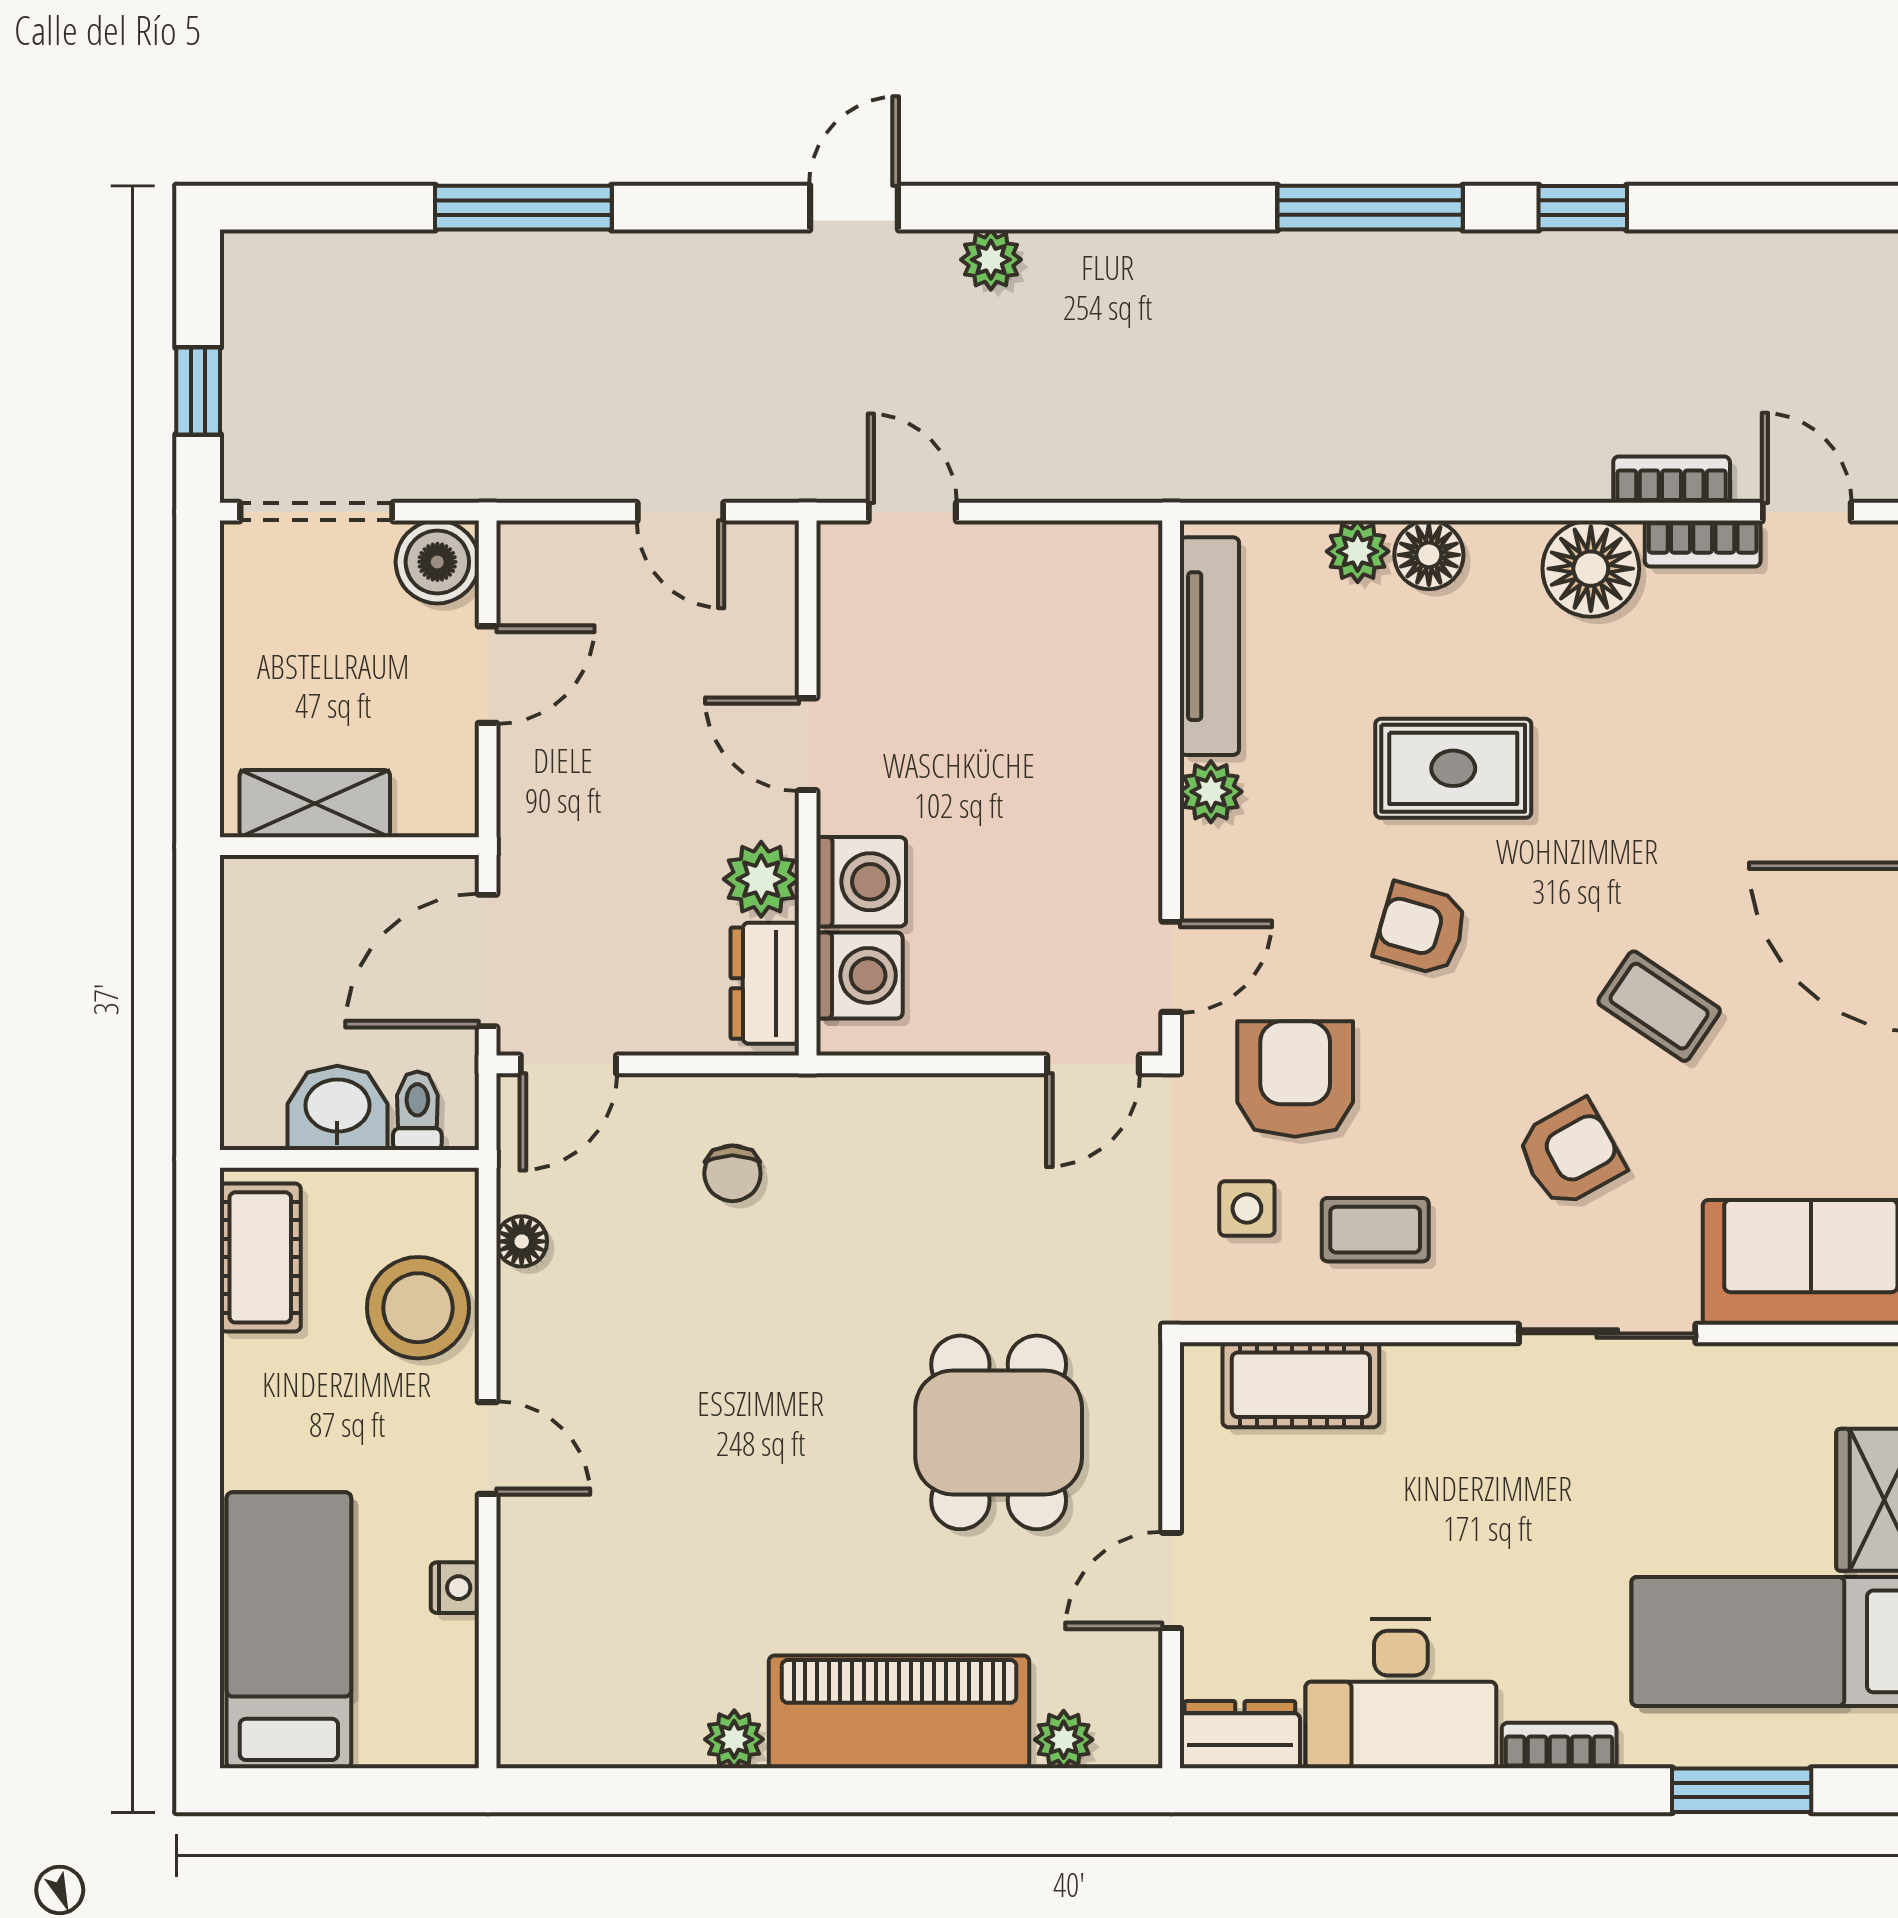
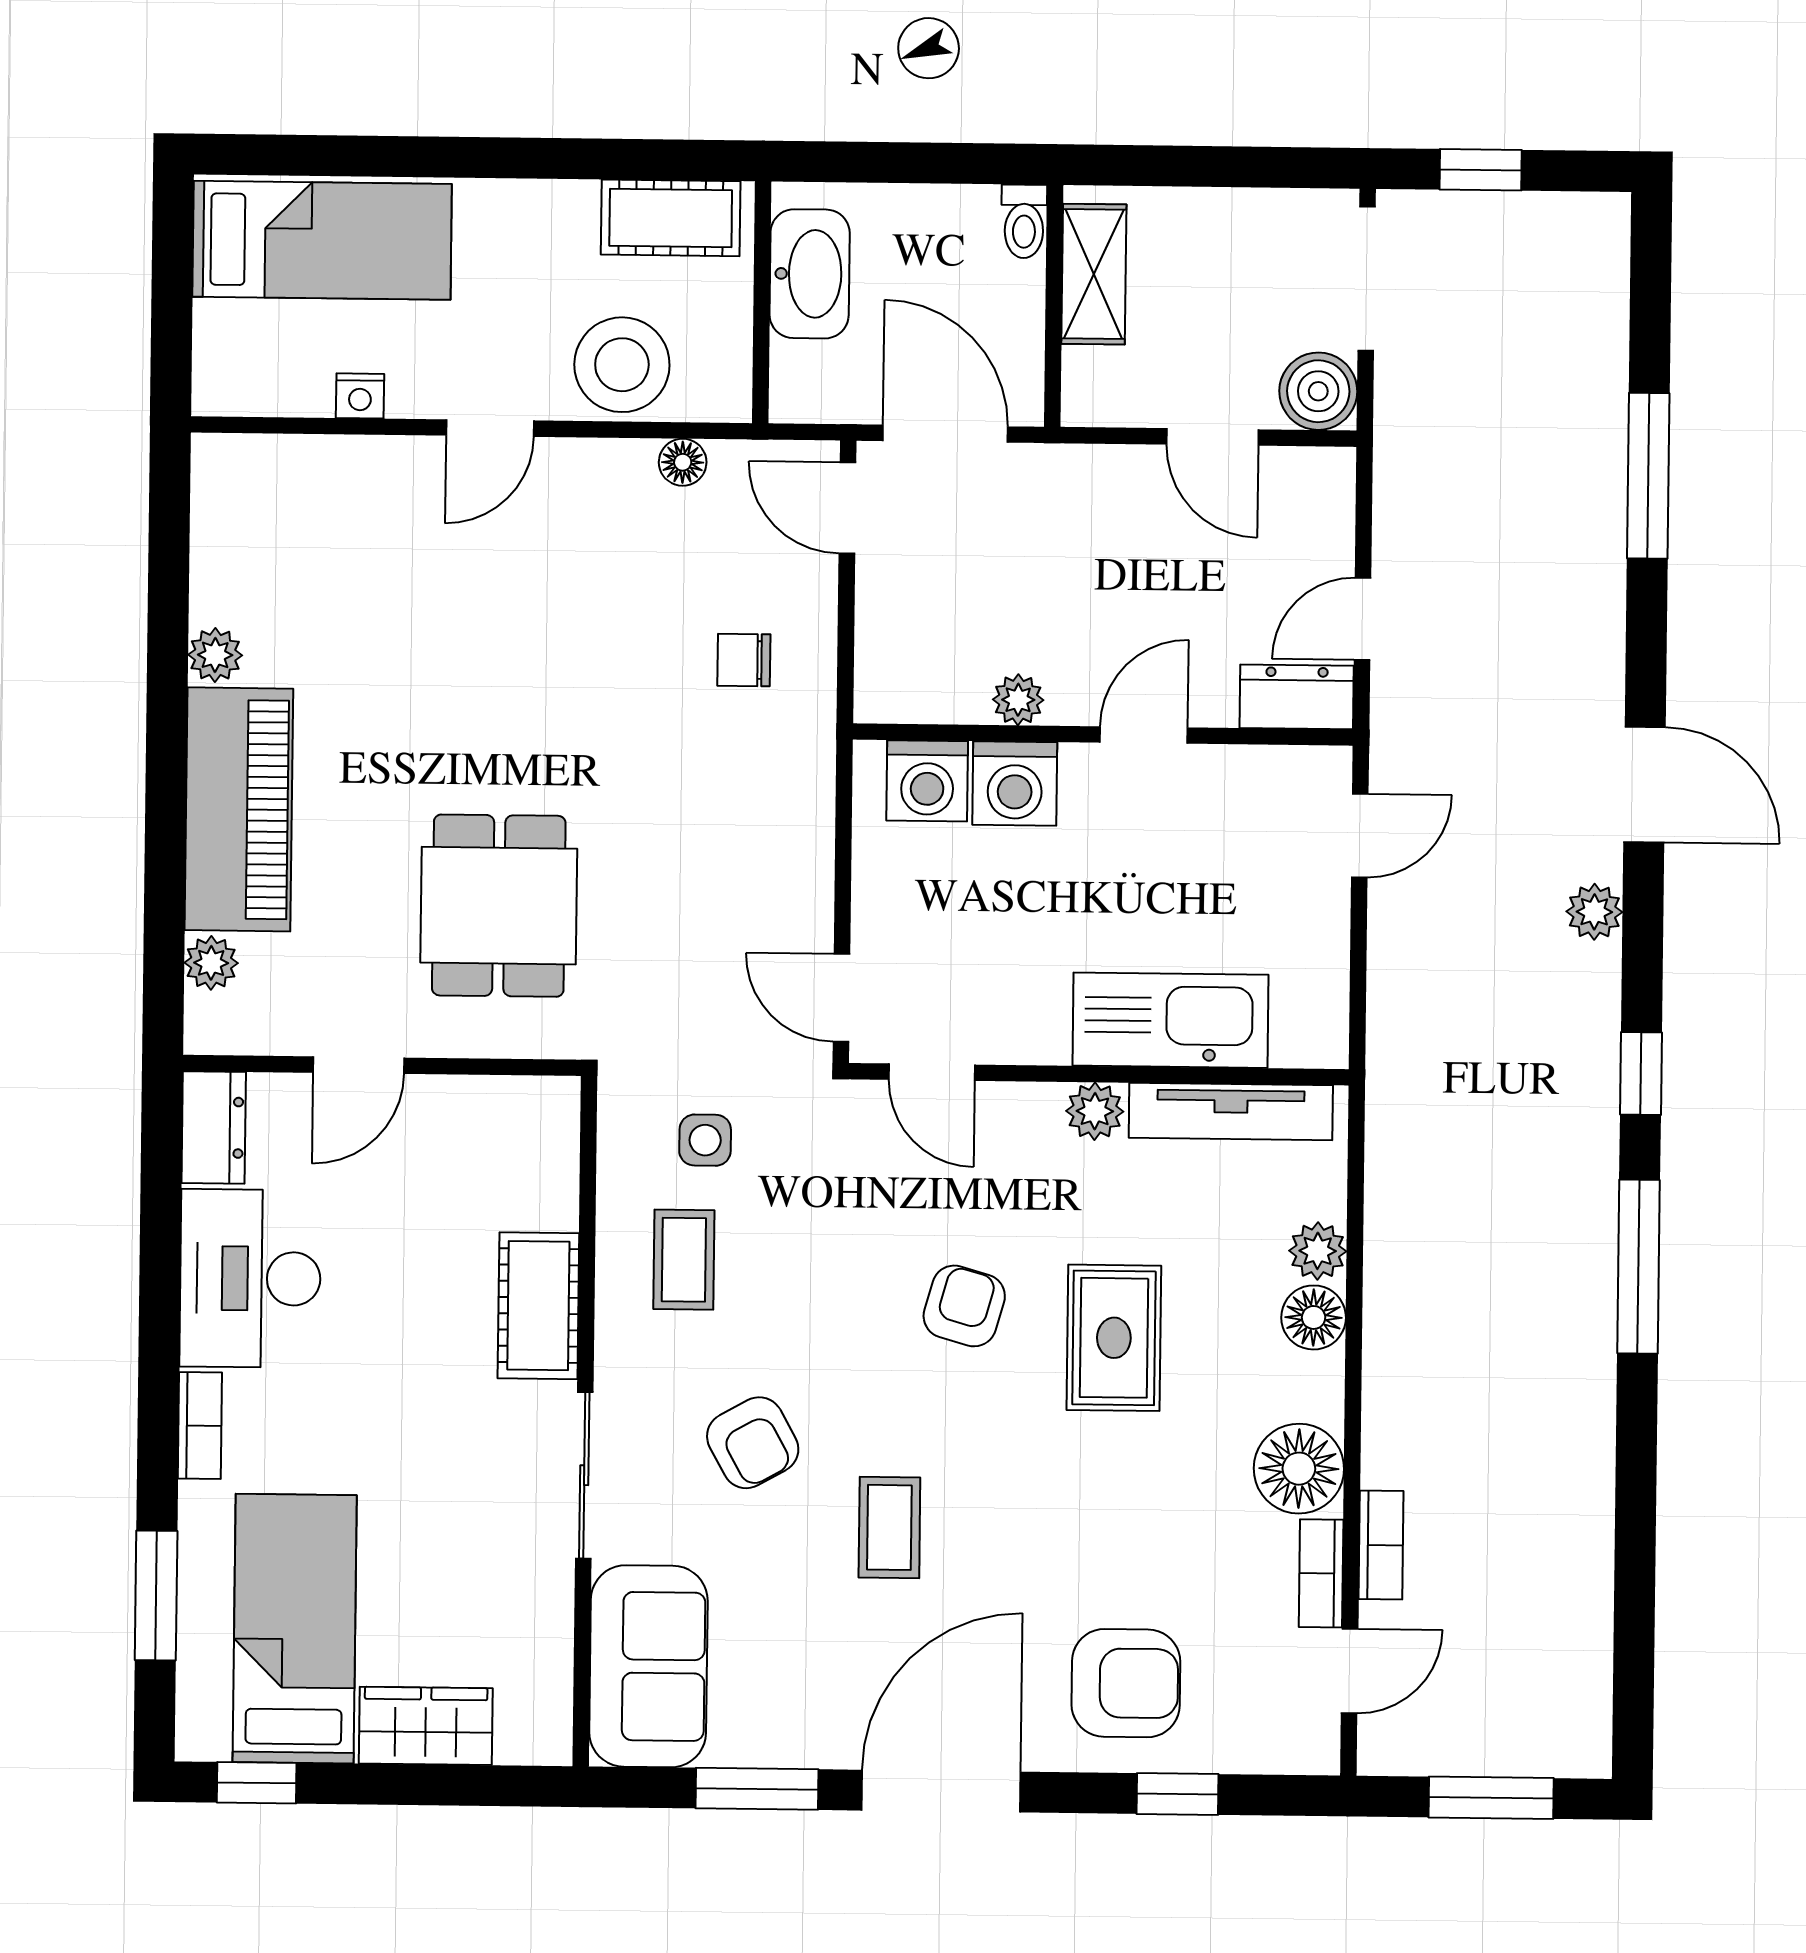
door: (854, 208) -> (1644, 785), width x1.38
window: (1583, 208) -> (1641, 1074), moved
kitchen sink: (1112, 712) -> (1171, 1020), added
plant: (761, 879) -> (1018, 700), width x0.73, depth x0.73
dresser: (765, 983) -> (1297, 697), moved
coffee table: (1659, 1006) -> (889, 1527), turned -34
armchair: (1295, 1079) -> (1126, 1683), moved
washbasin: (337, 1108) -> (810, 274), width x1.38
toilet: (417, 1111) -> (1024, 221), moved, turned 90
cot: (1301, 1385) -> (538, 1306), moved
dining table: (999, 1432) -> (499, 906), turned 90
door: (1171, 1580) -> (359, 1065), swing flipped

